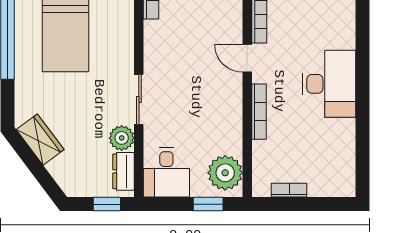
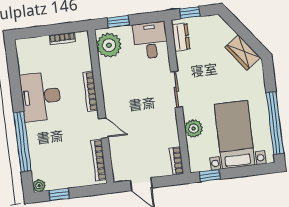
window: (362, 54) -> (22, 142), added
desk: (329, 84) -> (41, 97), moved
plant: (122, 138) -> (194, 128), moved

